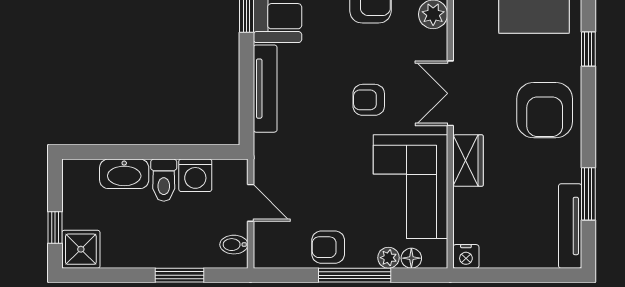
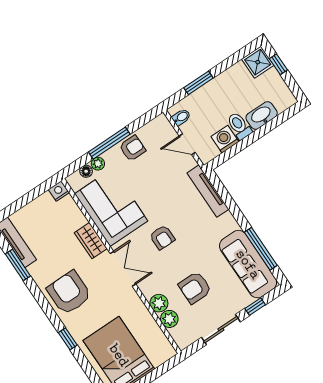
tv unit: (265, 89) -> (208, 191), moved
armchair: (369, 100) -> (162, 237), turned 90

